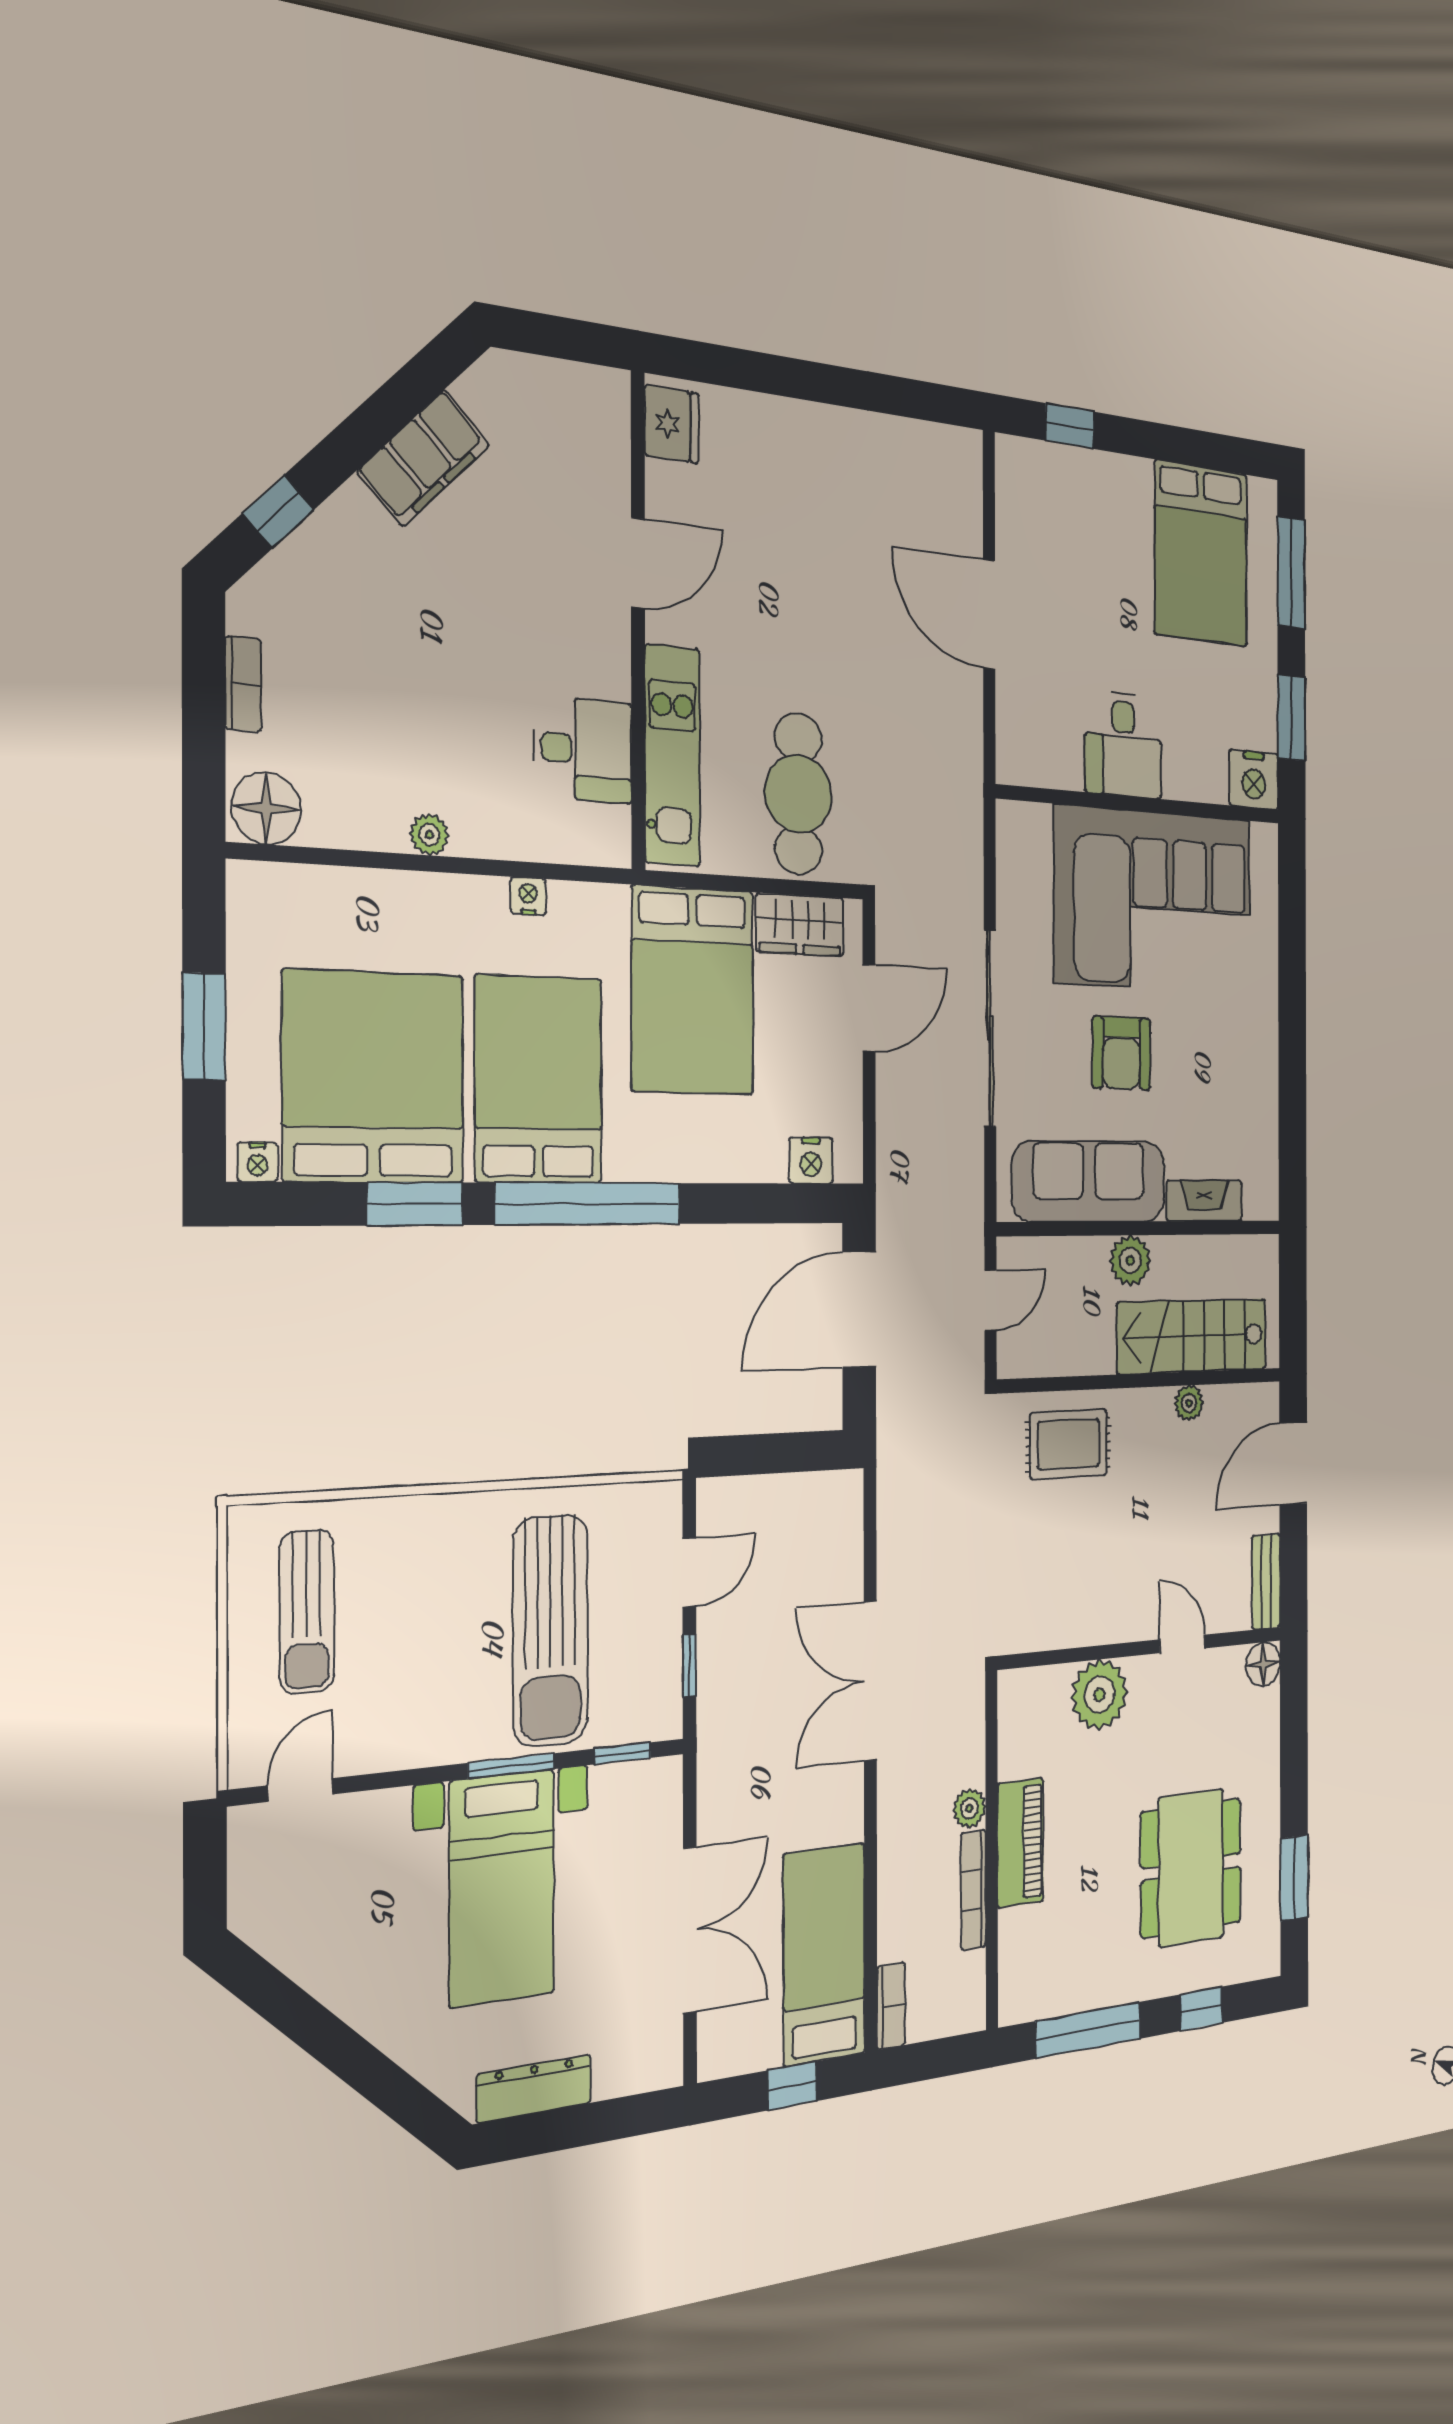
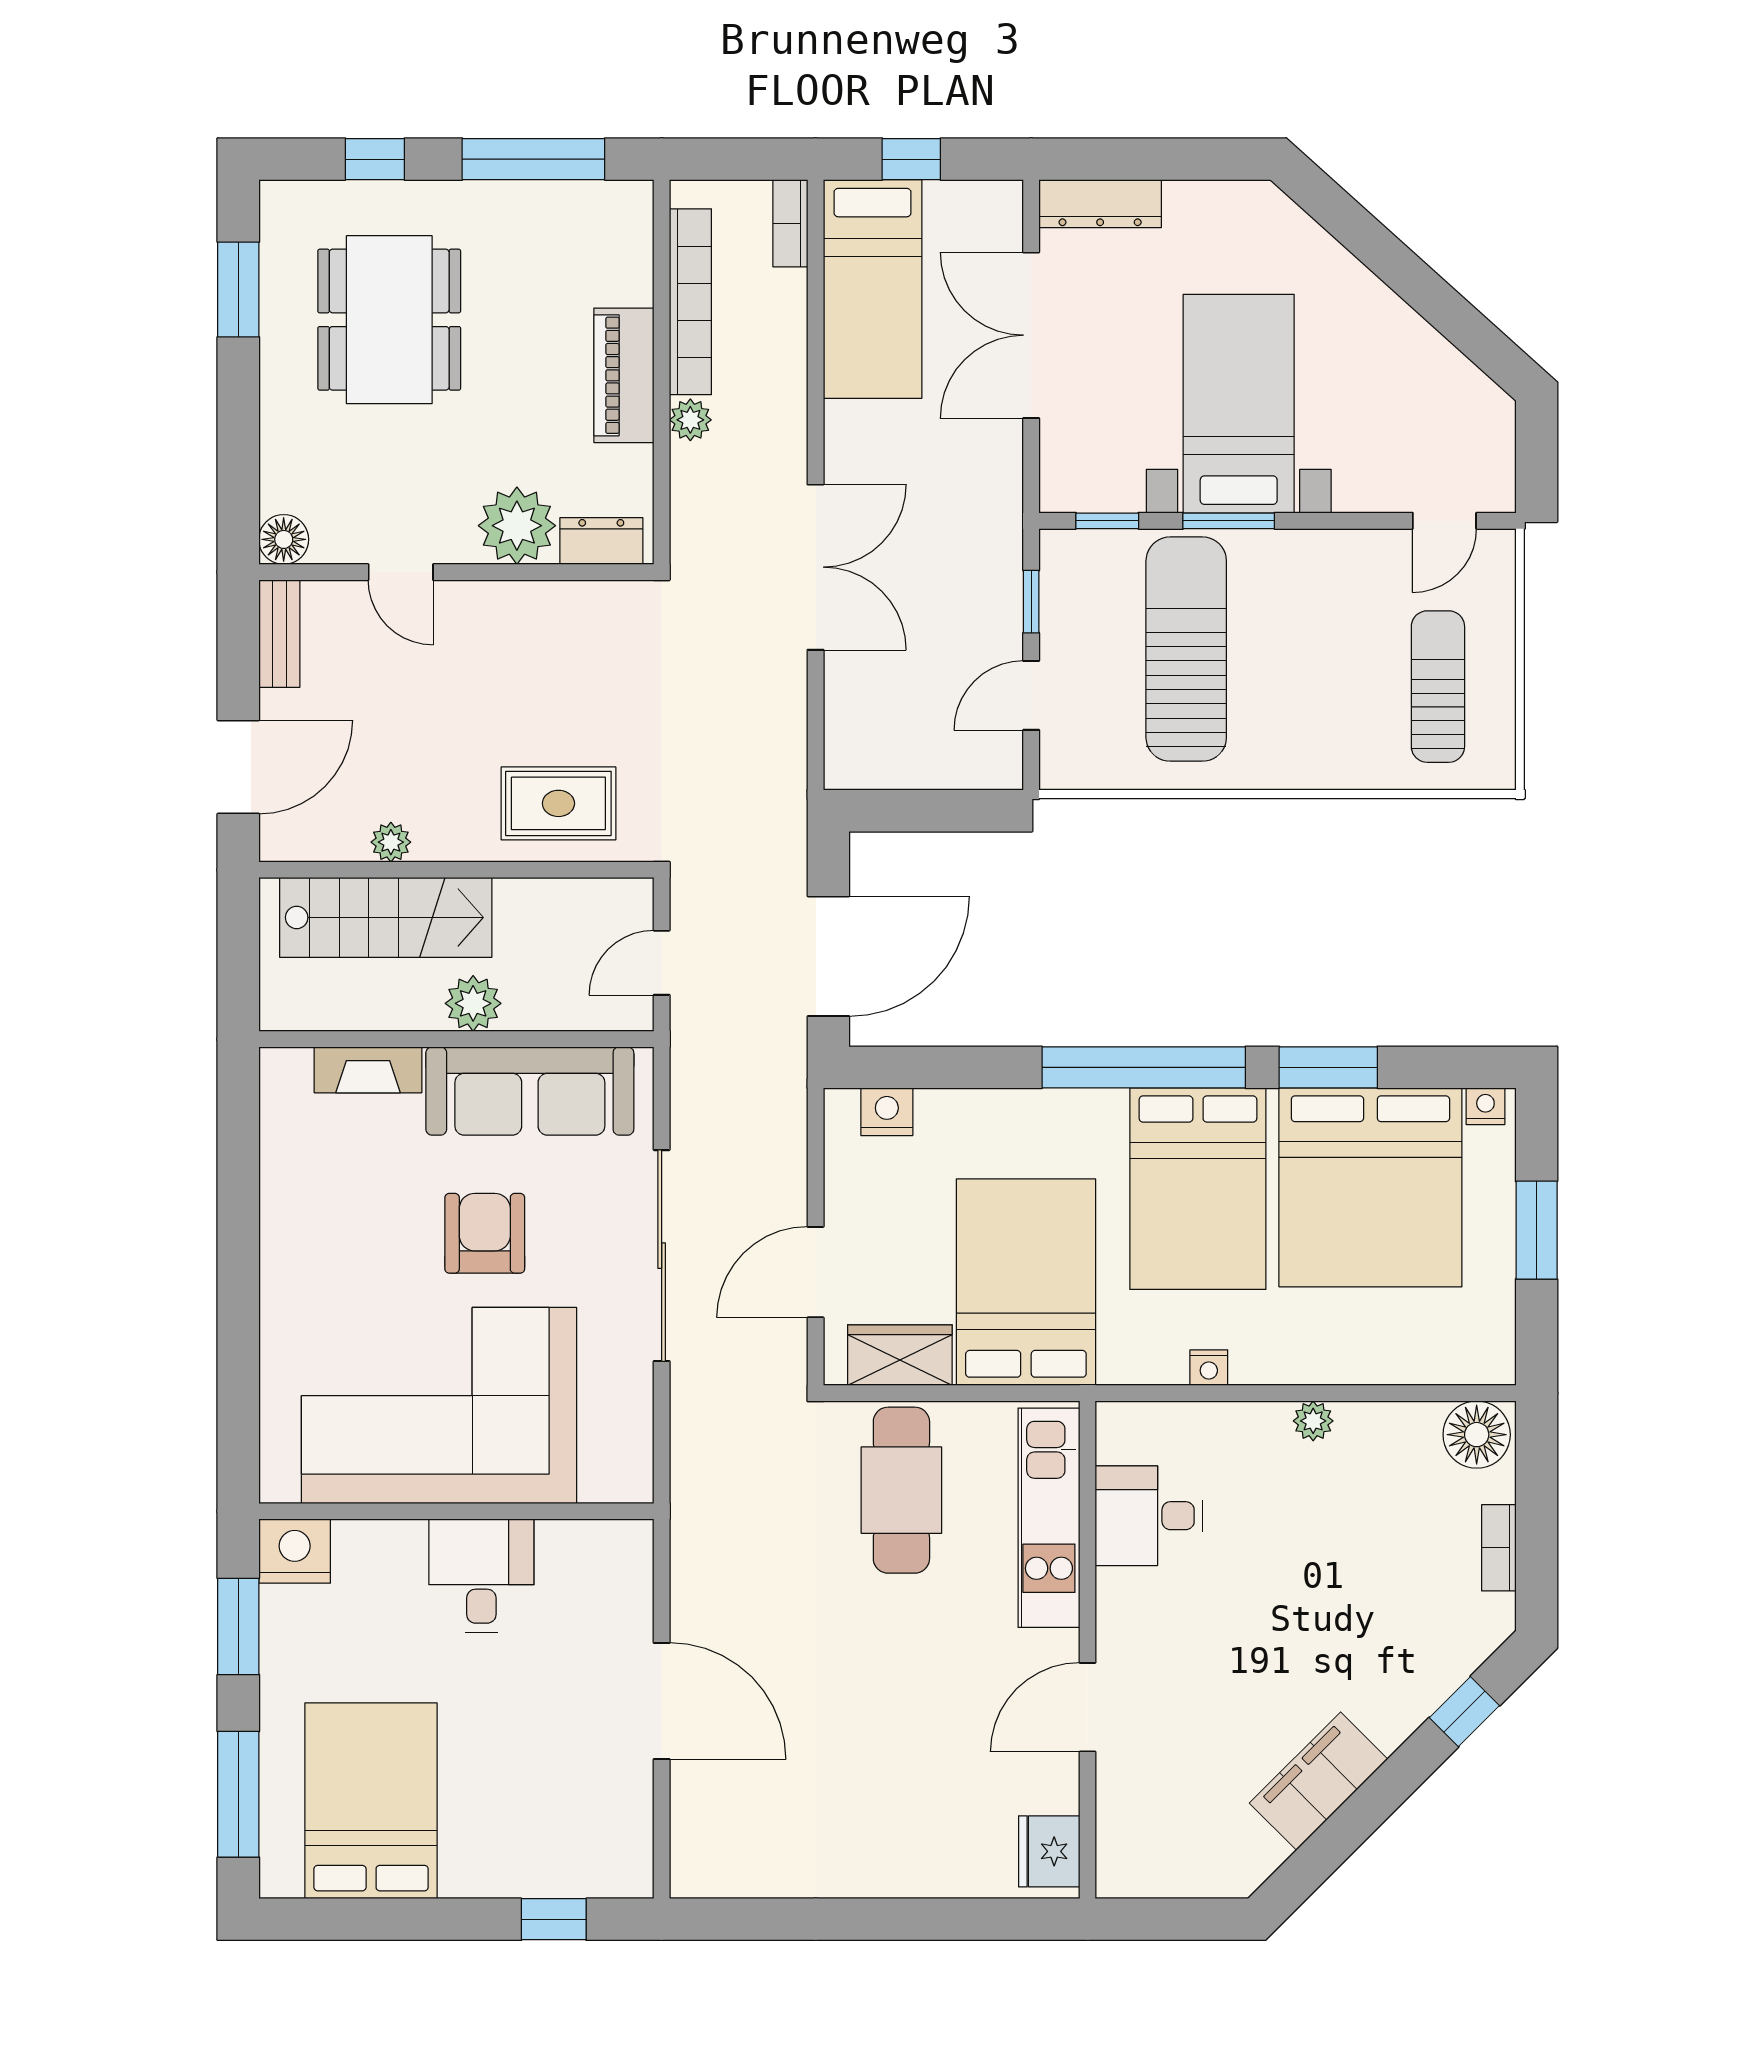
dresser: (1037, 1688) -> (601, 541), added
bookcase: (973, 1890) -> (690, 302), width x1.48, depth x1.31
dresser: (534, 2089) -> (1100, 204), moved

